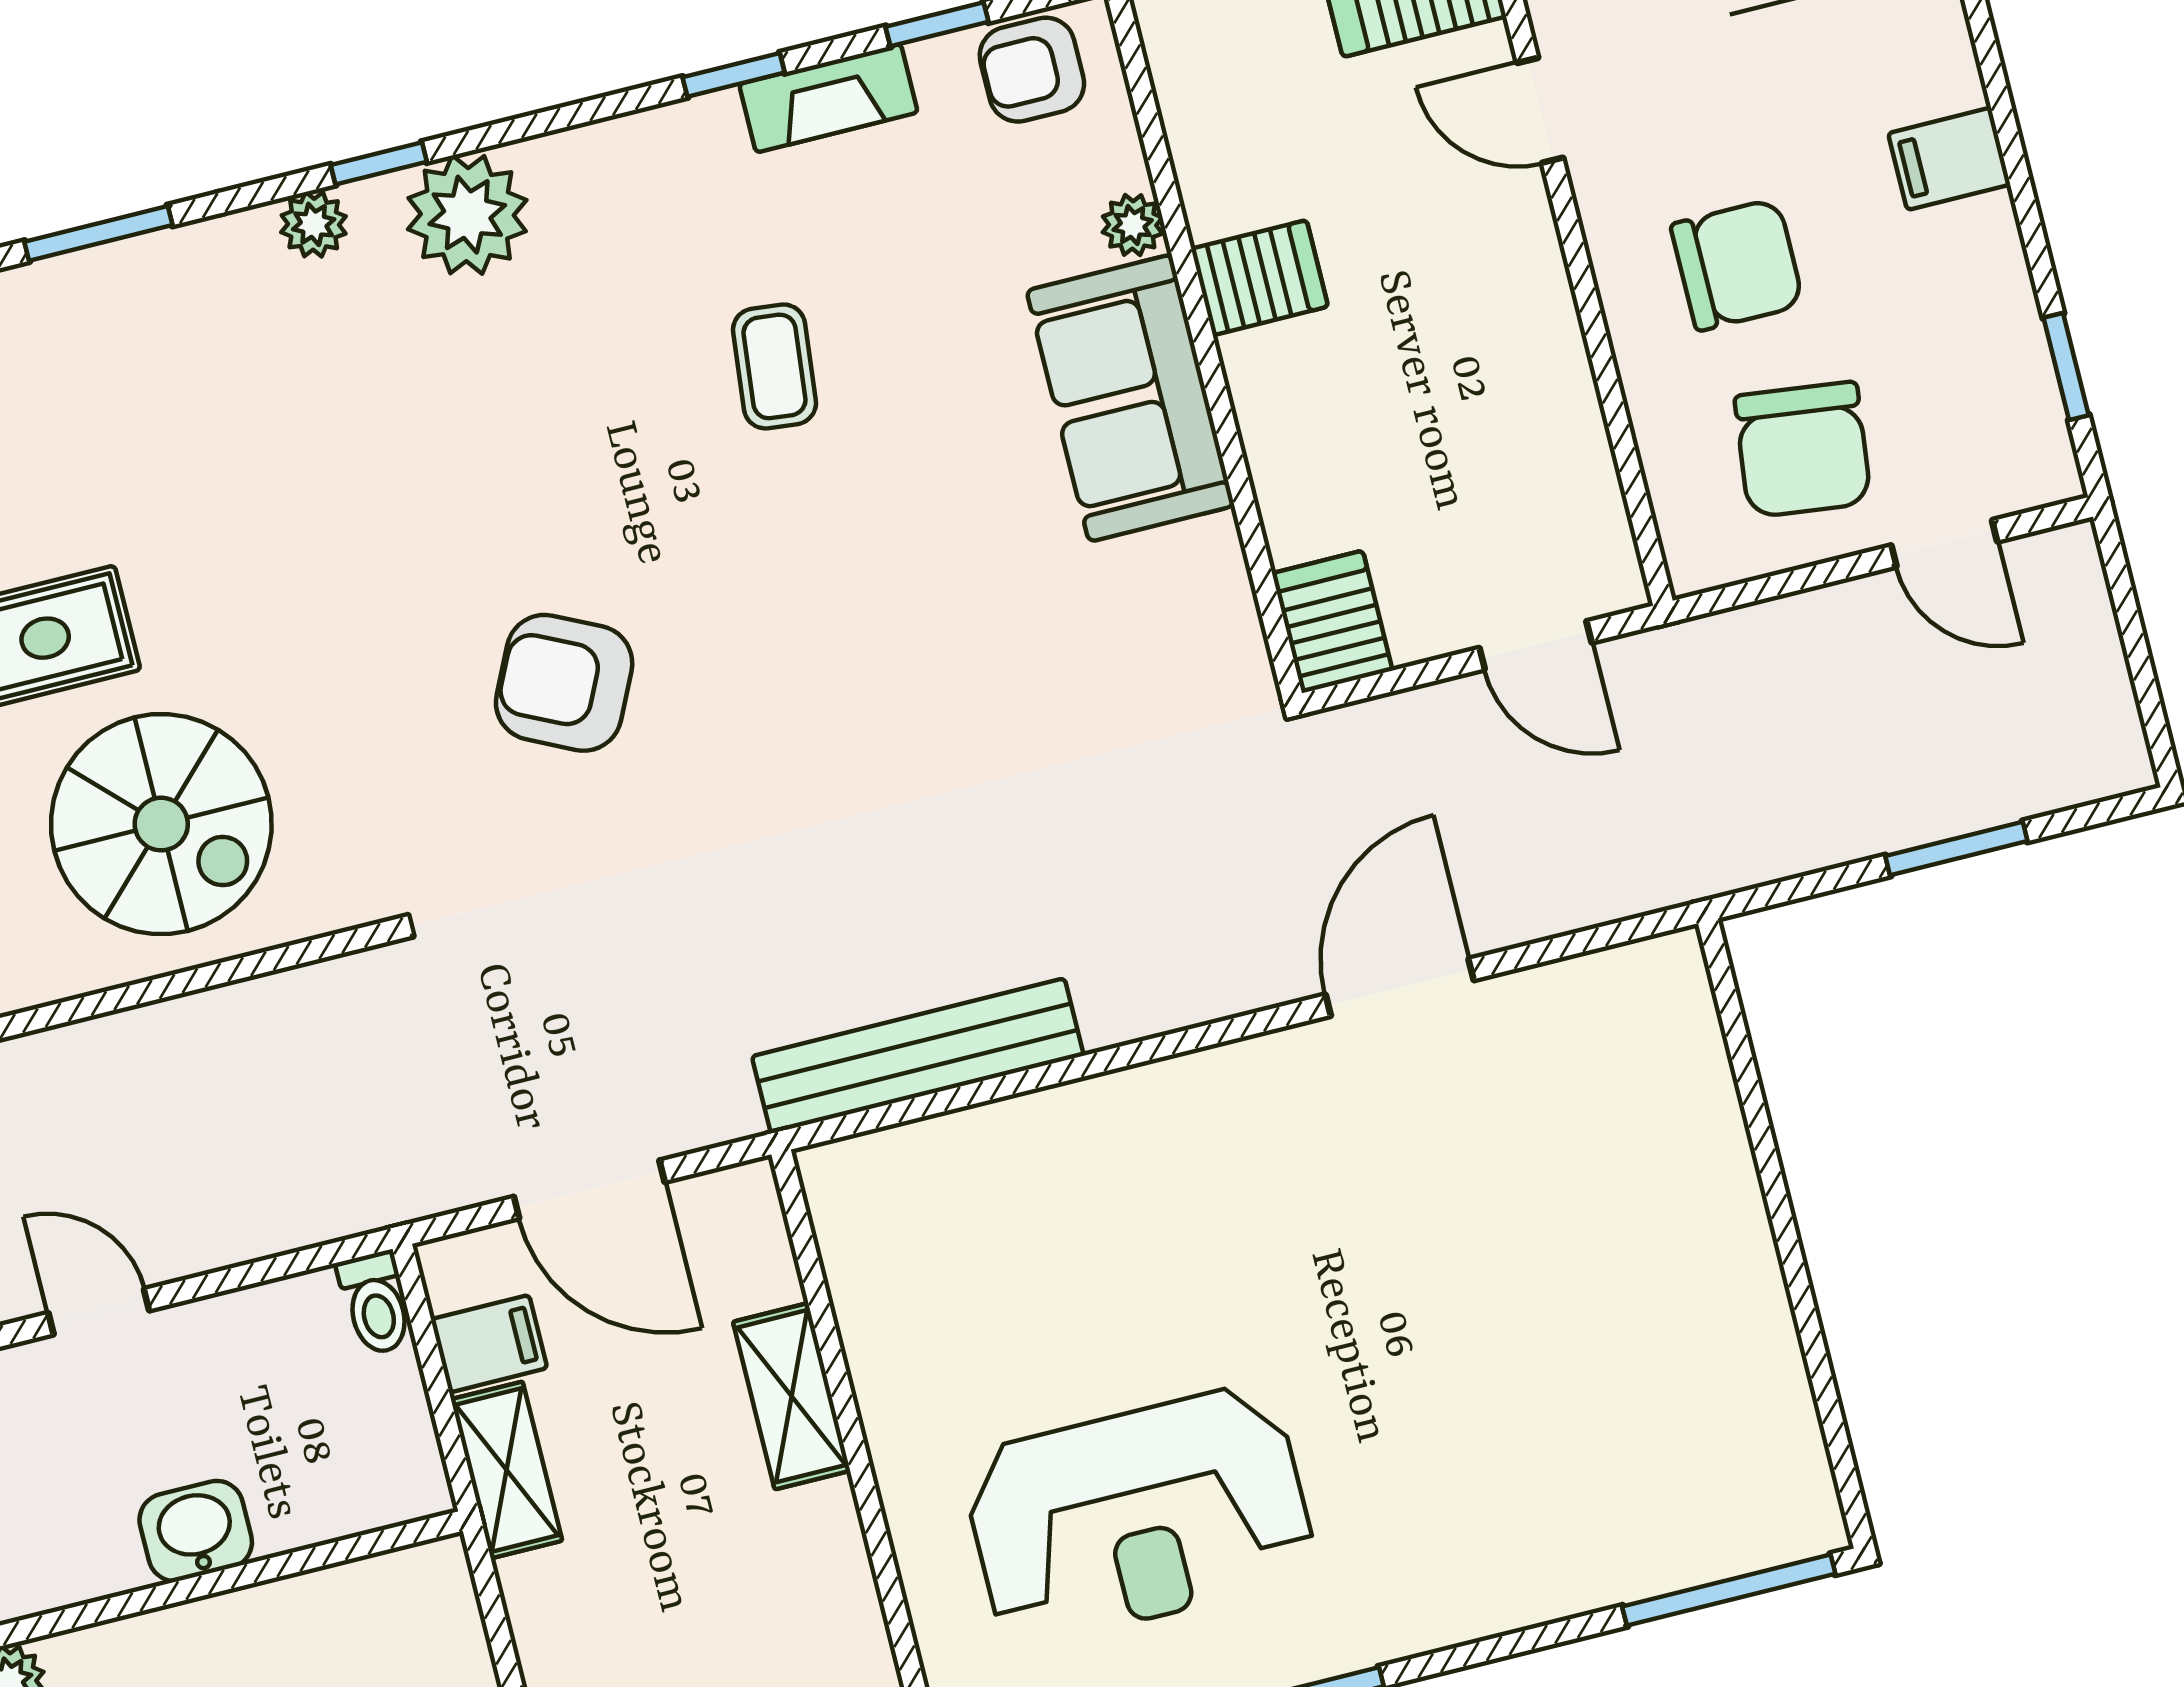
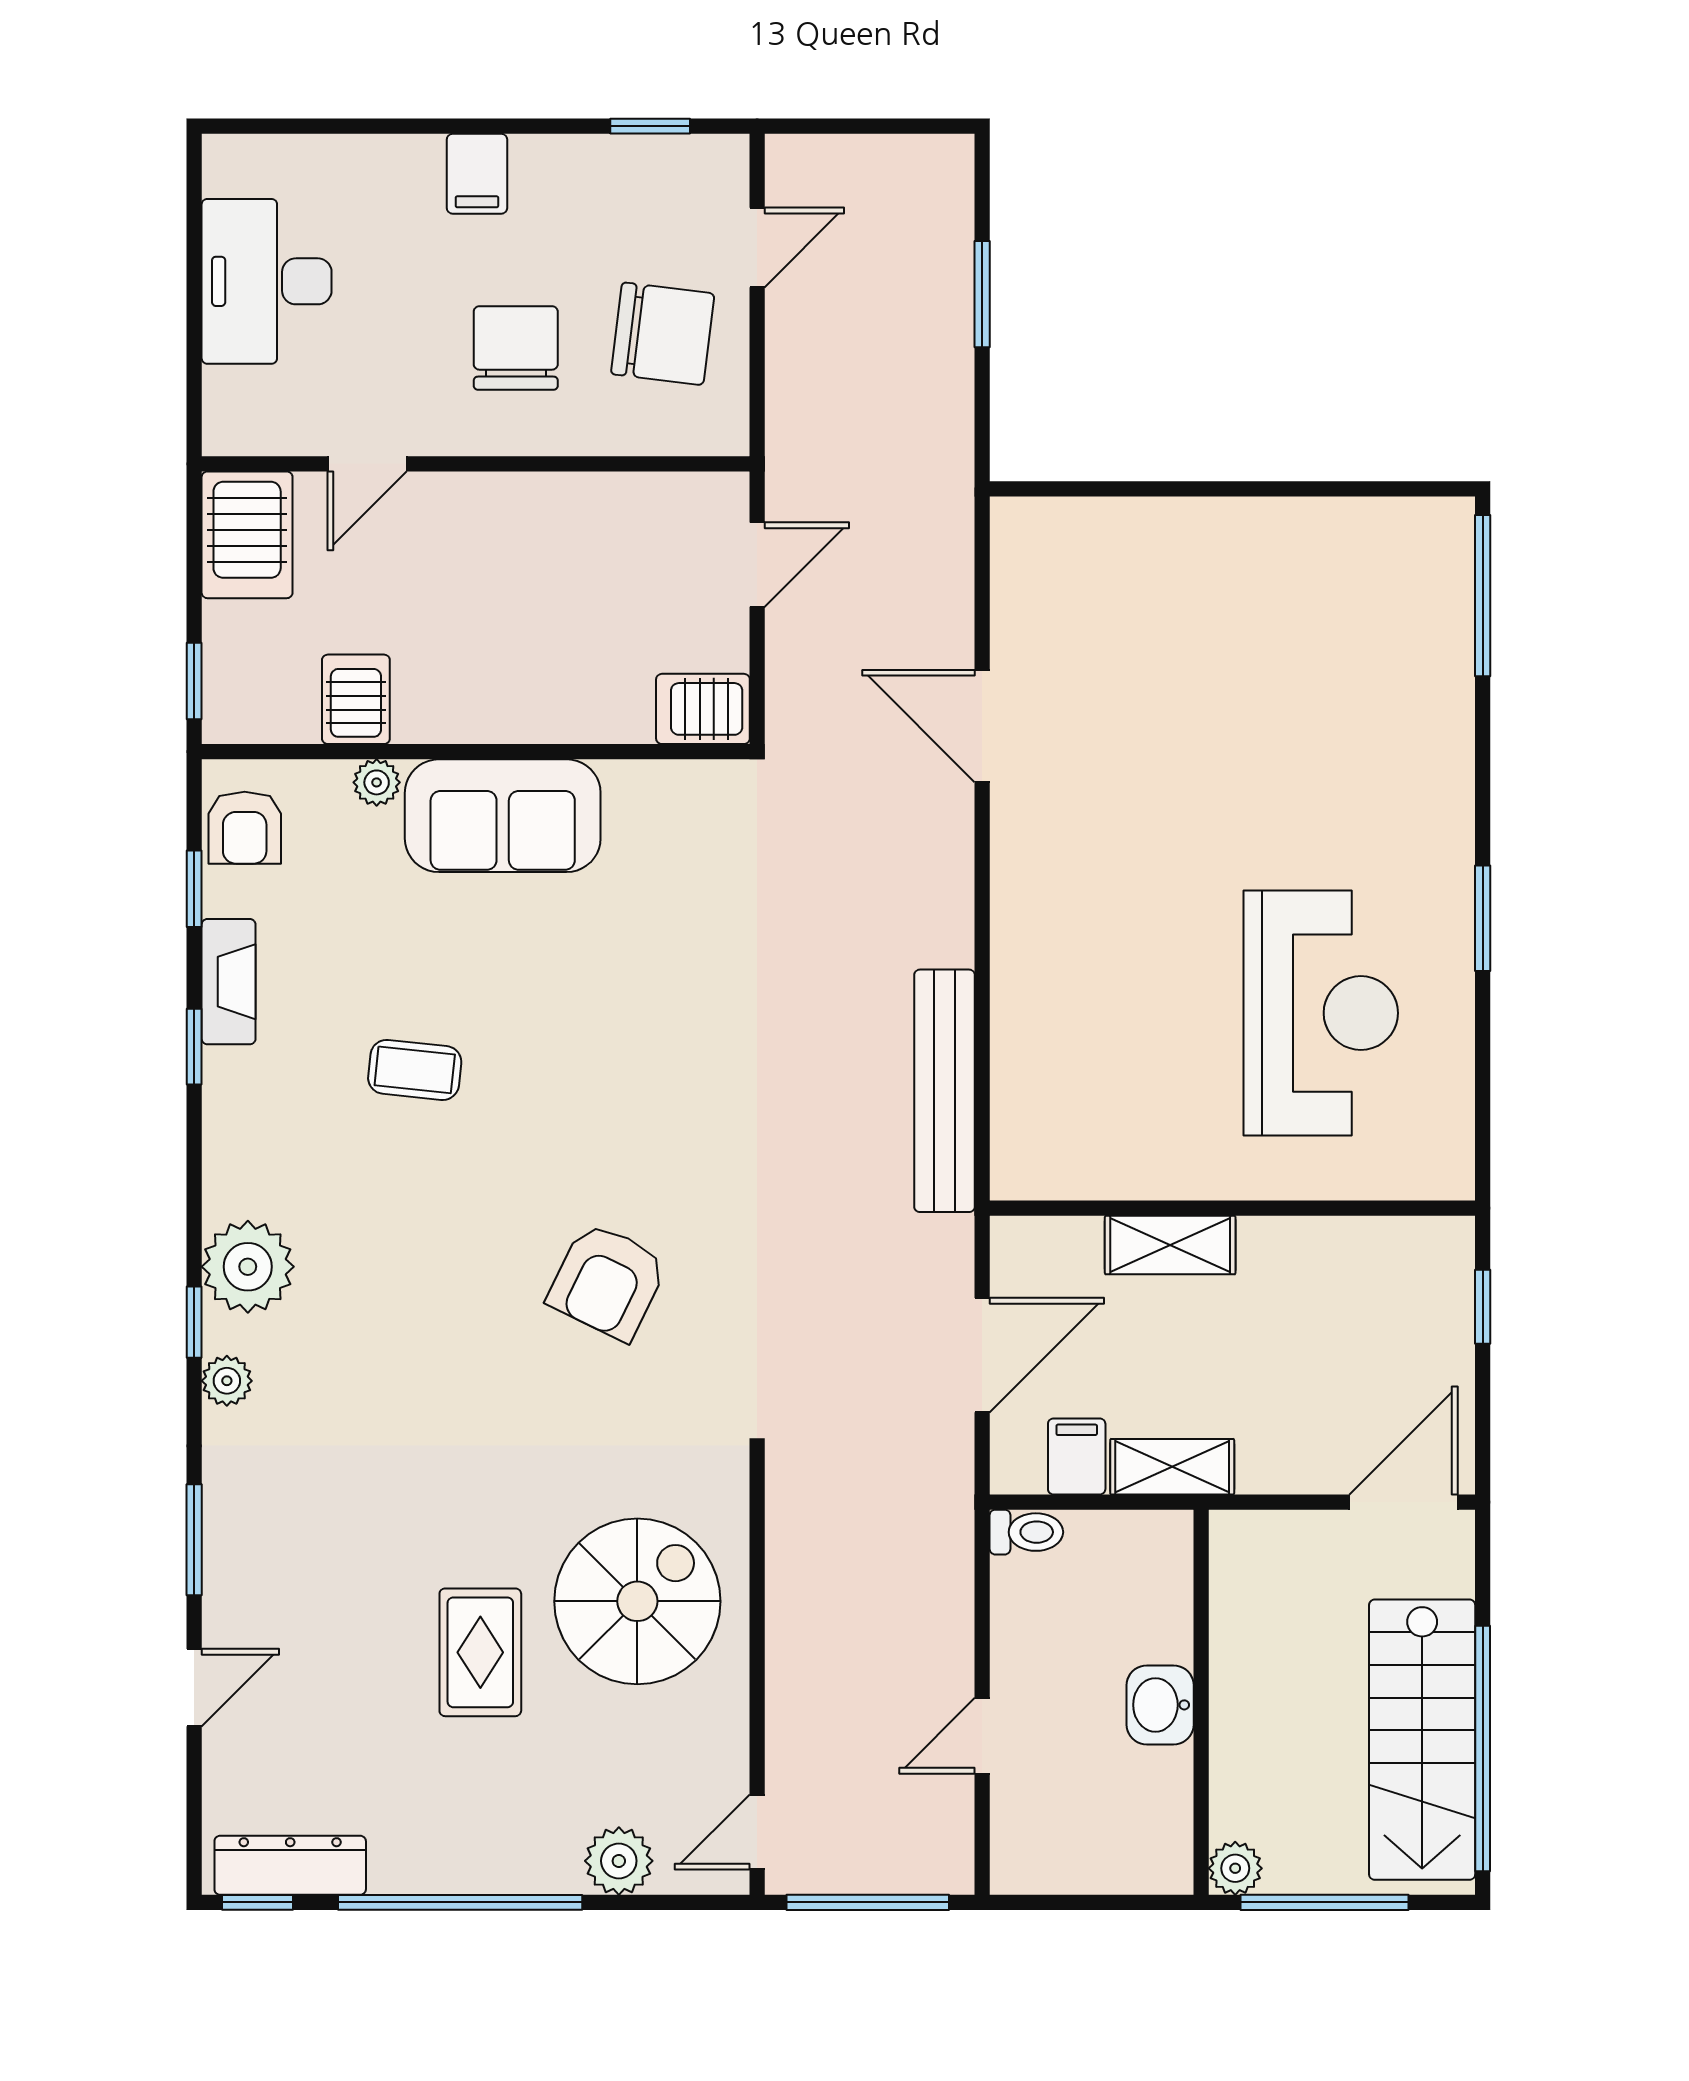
server rack: (1260, 278) -> (356, 699), moved

